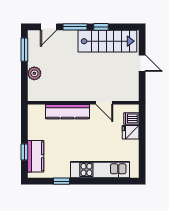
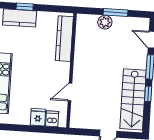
window: (24, 50) -> (116, 13), moved
kitchen counter: (67, 112) -> (64, 39), moved

